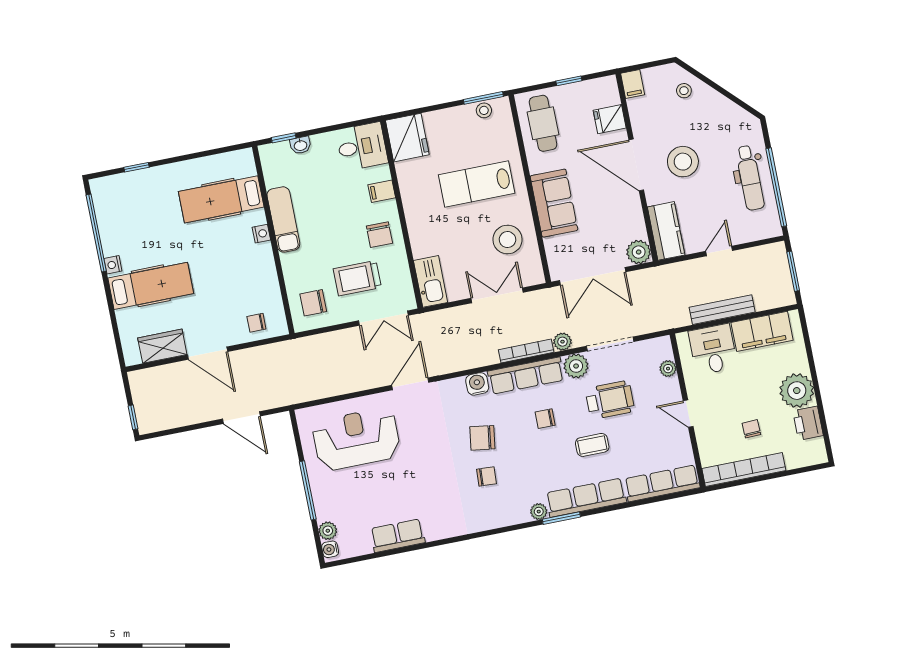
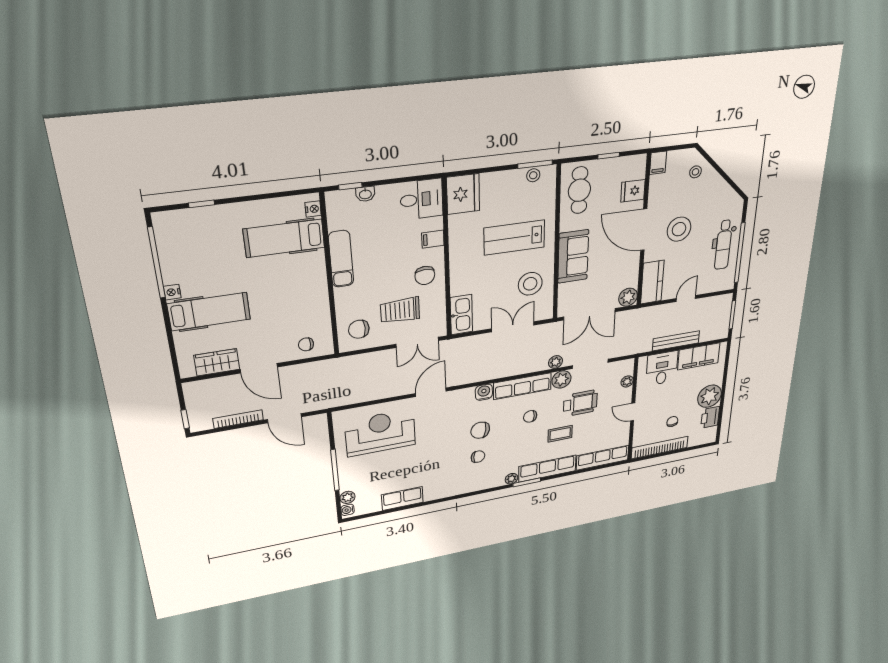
nightstand: (261, 234) -> (313, 209), moved
bookcase: (526, 351) -> (238, 419), moved

